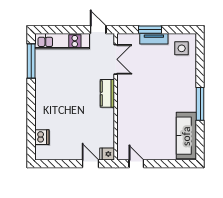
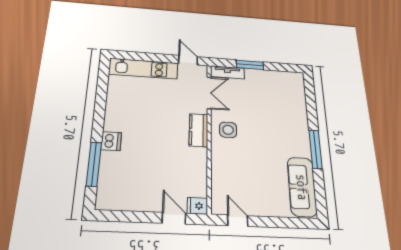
tv unit: (154, 39) -> (227, 72), moved
side table: (182, 48) -> (228, 130), moved
window: (31, 61) -> (94, 164), moved
dishwasher: (42, 137) -> (111, 141), moved

